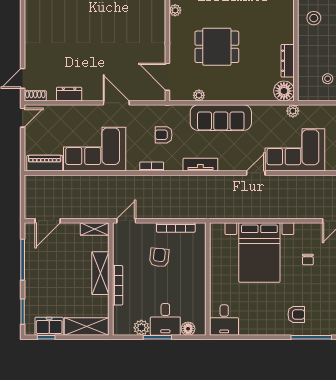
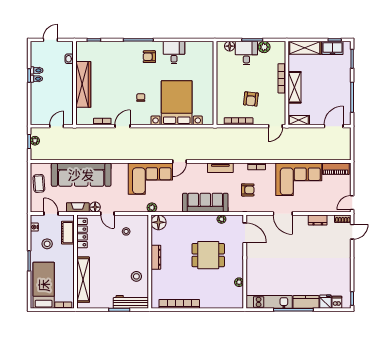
dresser: (288, 61) -> (156, 257), moved
desk: (224, 320) -> (174, 53), moved

